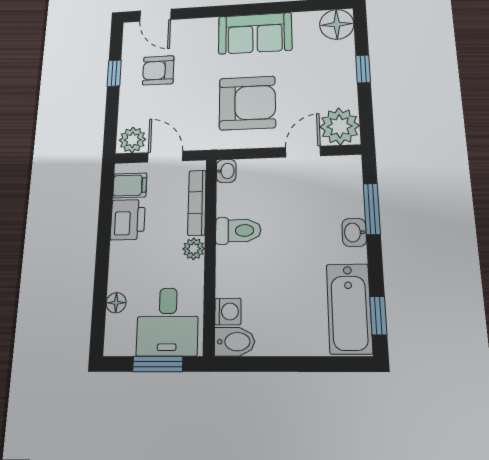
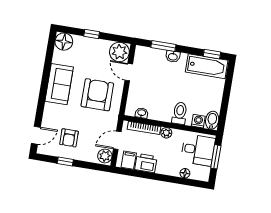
washbasin: (226, 171) -> (142, 113), moved
toilet: (238, 231) -> (180, 113), moved

